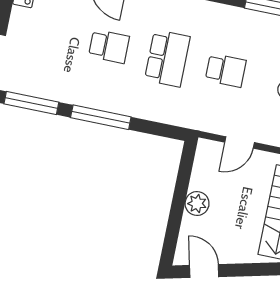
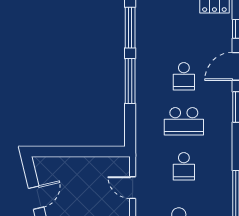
plant: (197, 204) -> (81, 165), removed
door: (204, 271) -> (36, 198), moved

